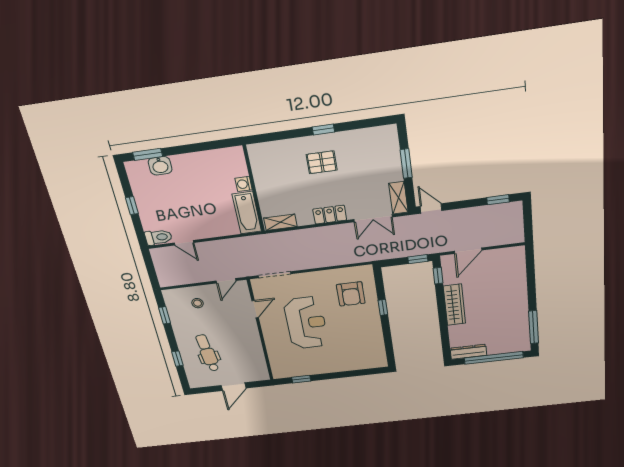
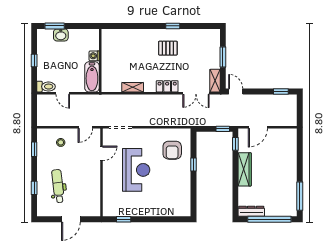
washing machine: (244, 184) -> (94, 56), moved
wall: (254, 189) -> (100, 60), moved
bathtub: (247, 213) -> (92, 77), moved

